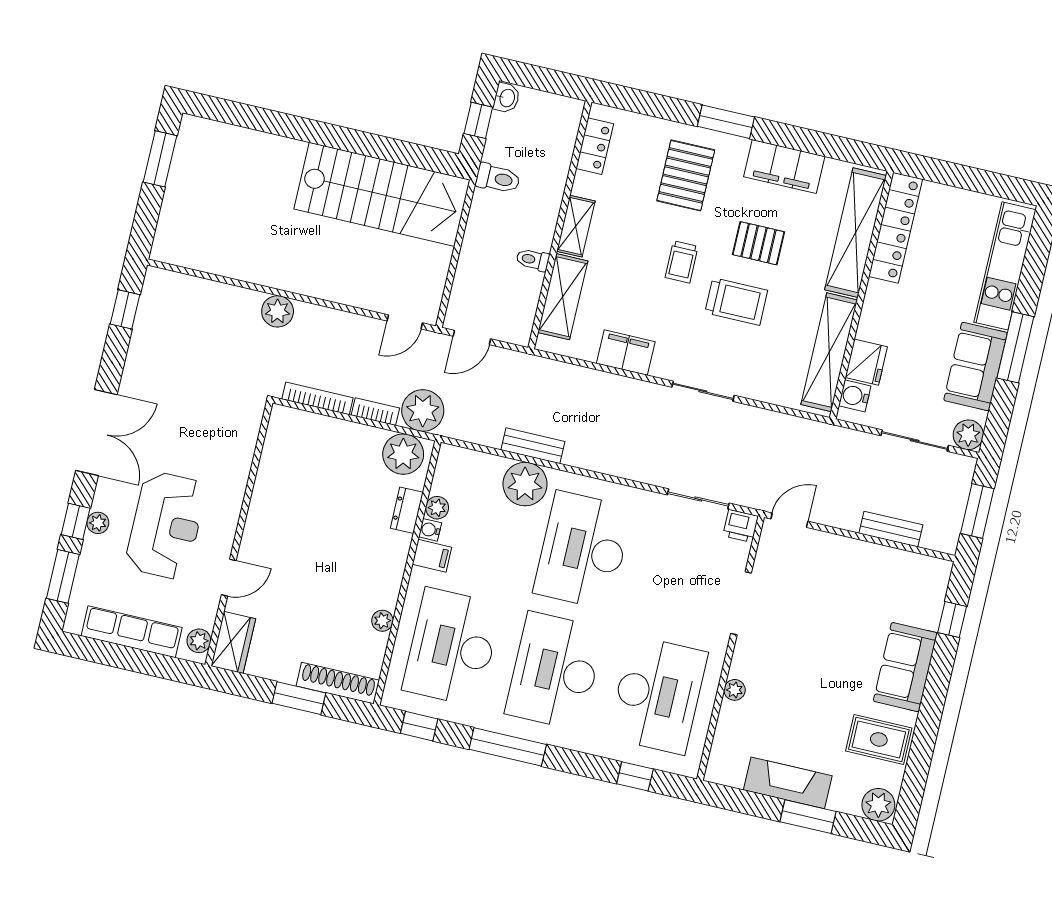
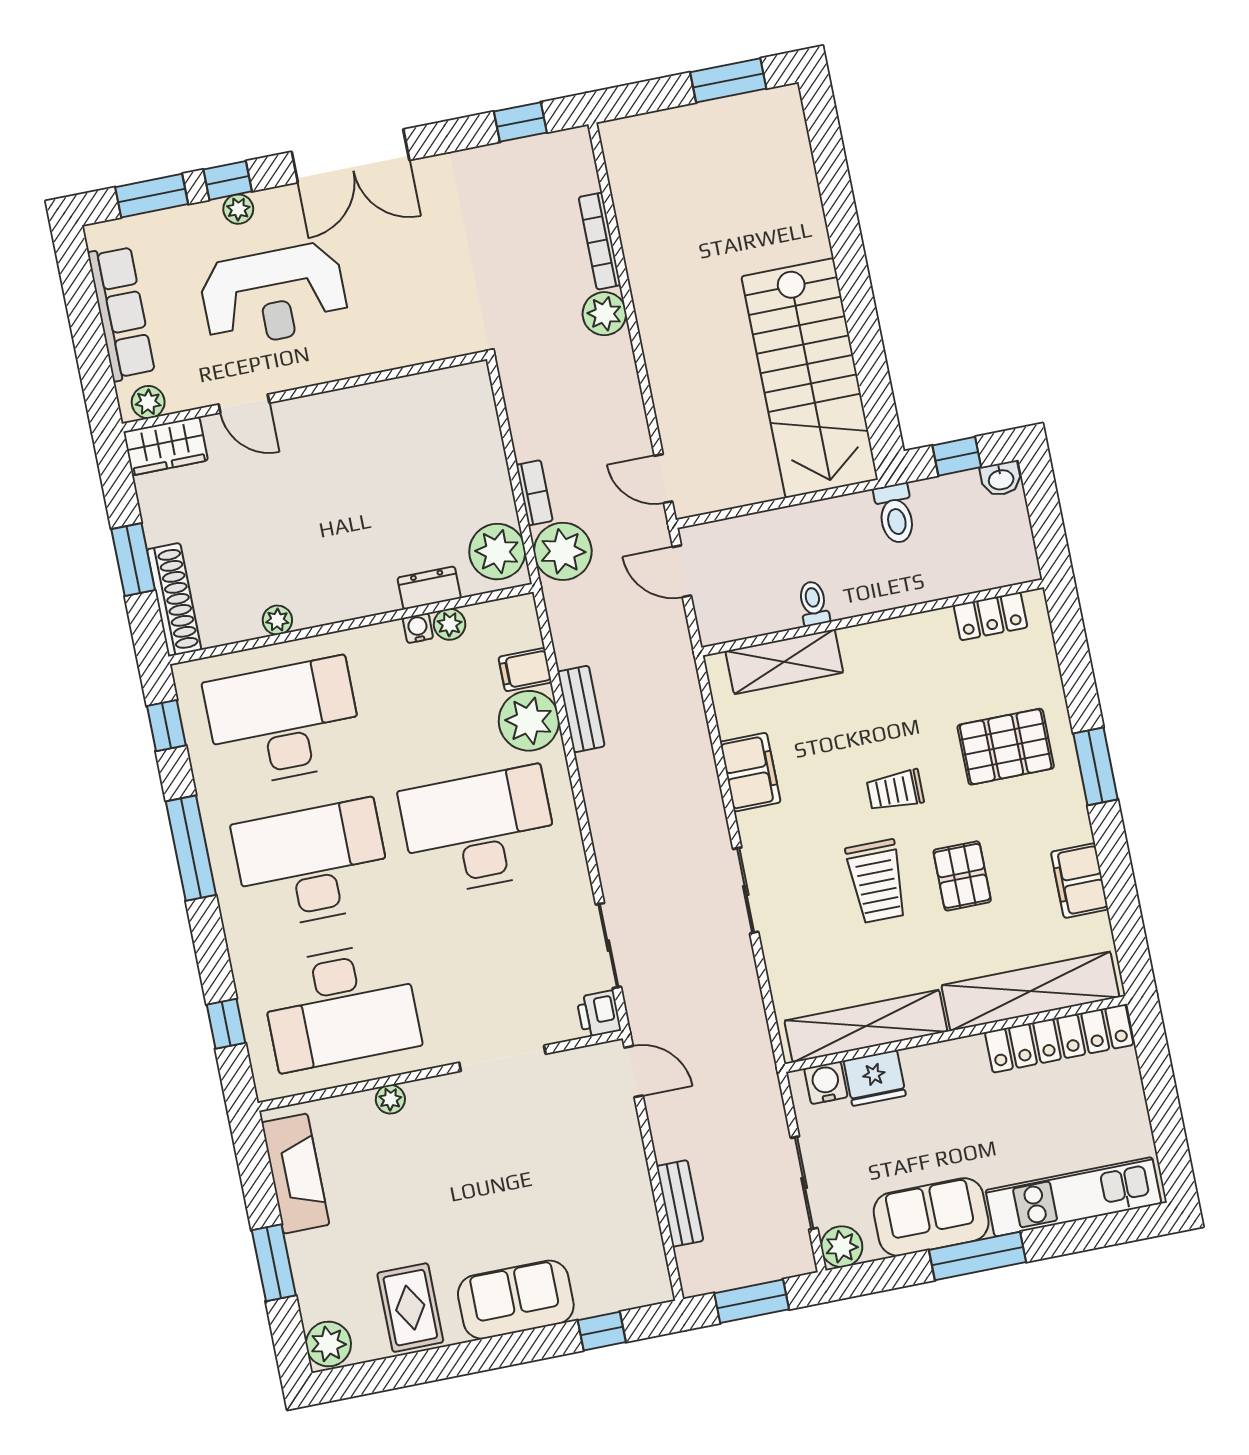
filing cabinet: (784, 166) -> (1080, 881), width x0.67, depth x0.86
shelving: (576, 226) -> (880, 638), removed
bookcase: (317, 398) -> (600, 241), moved, turned 180
filing cabinet: (432, 556) -> (525, 670), moved, turned 90
fireplace: (788, 783) -> (295, 1174), moved

